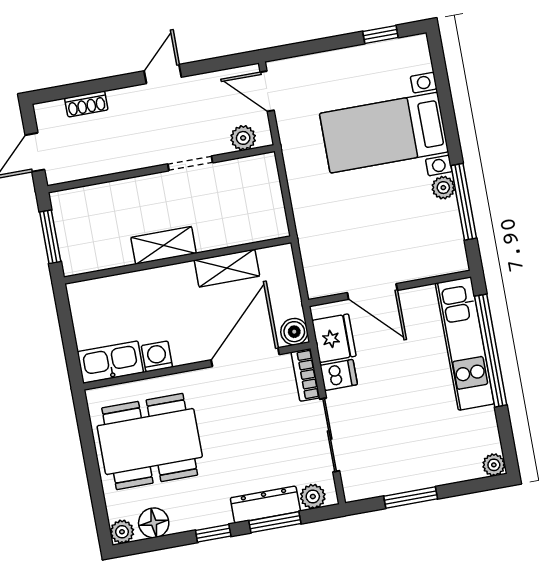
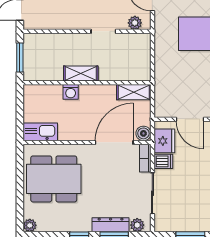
shelving: (227, 268) -> (134, 92), moved
washing machine: (157, 356) -> (71, 92), moved, turned 180
floor lamp: (154, 523) -> (48, 224), removed

